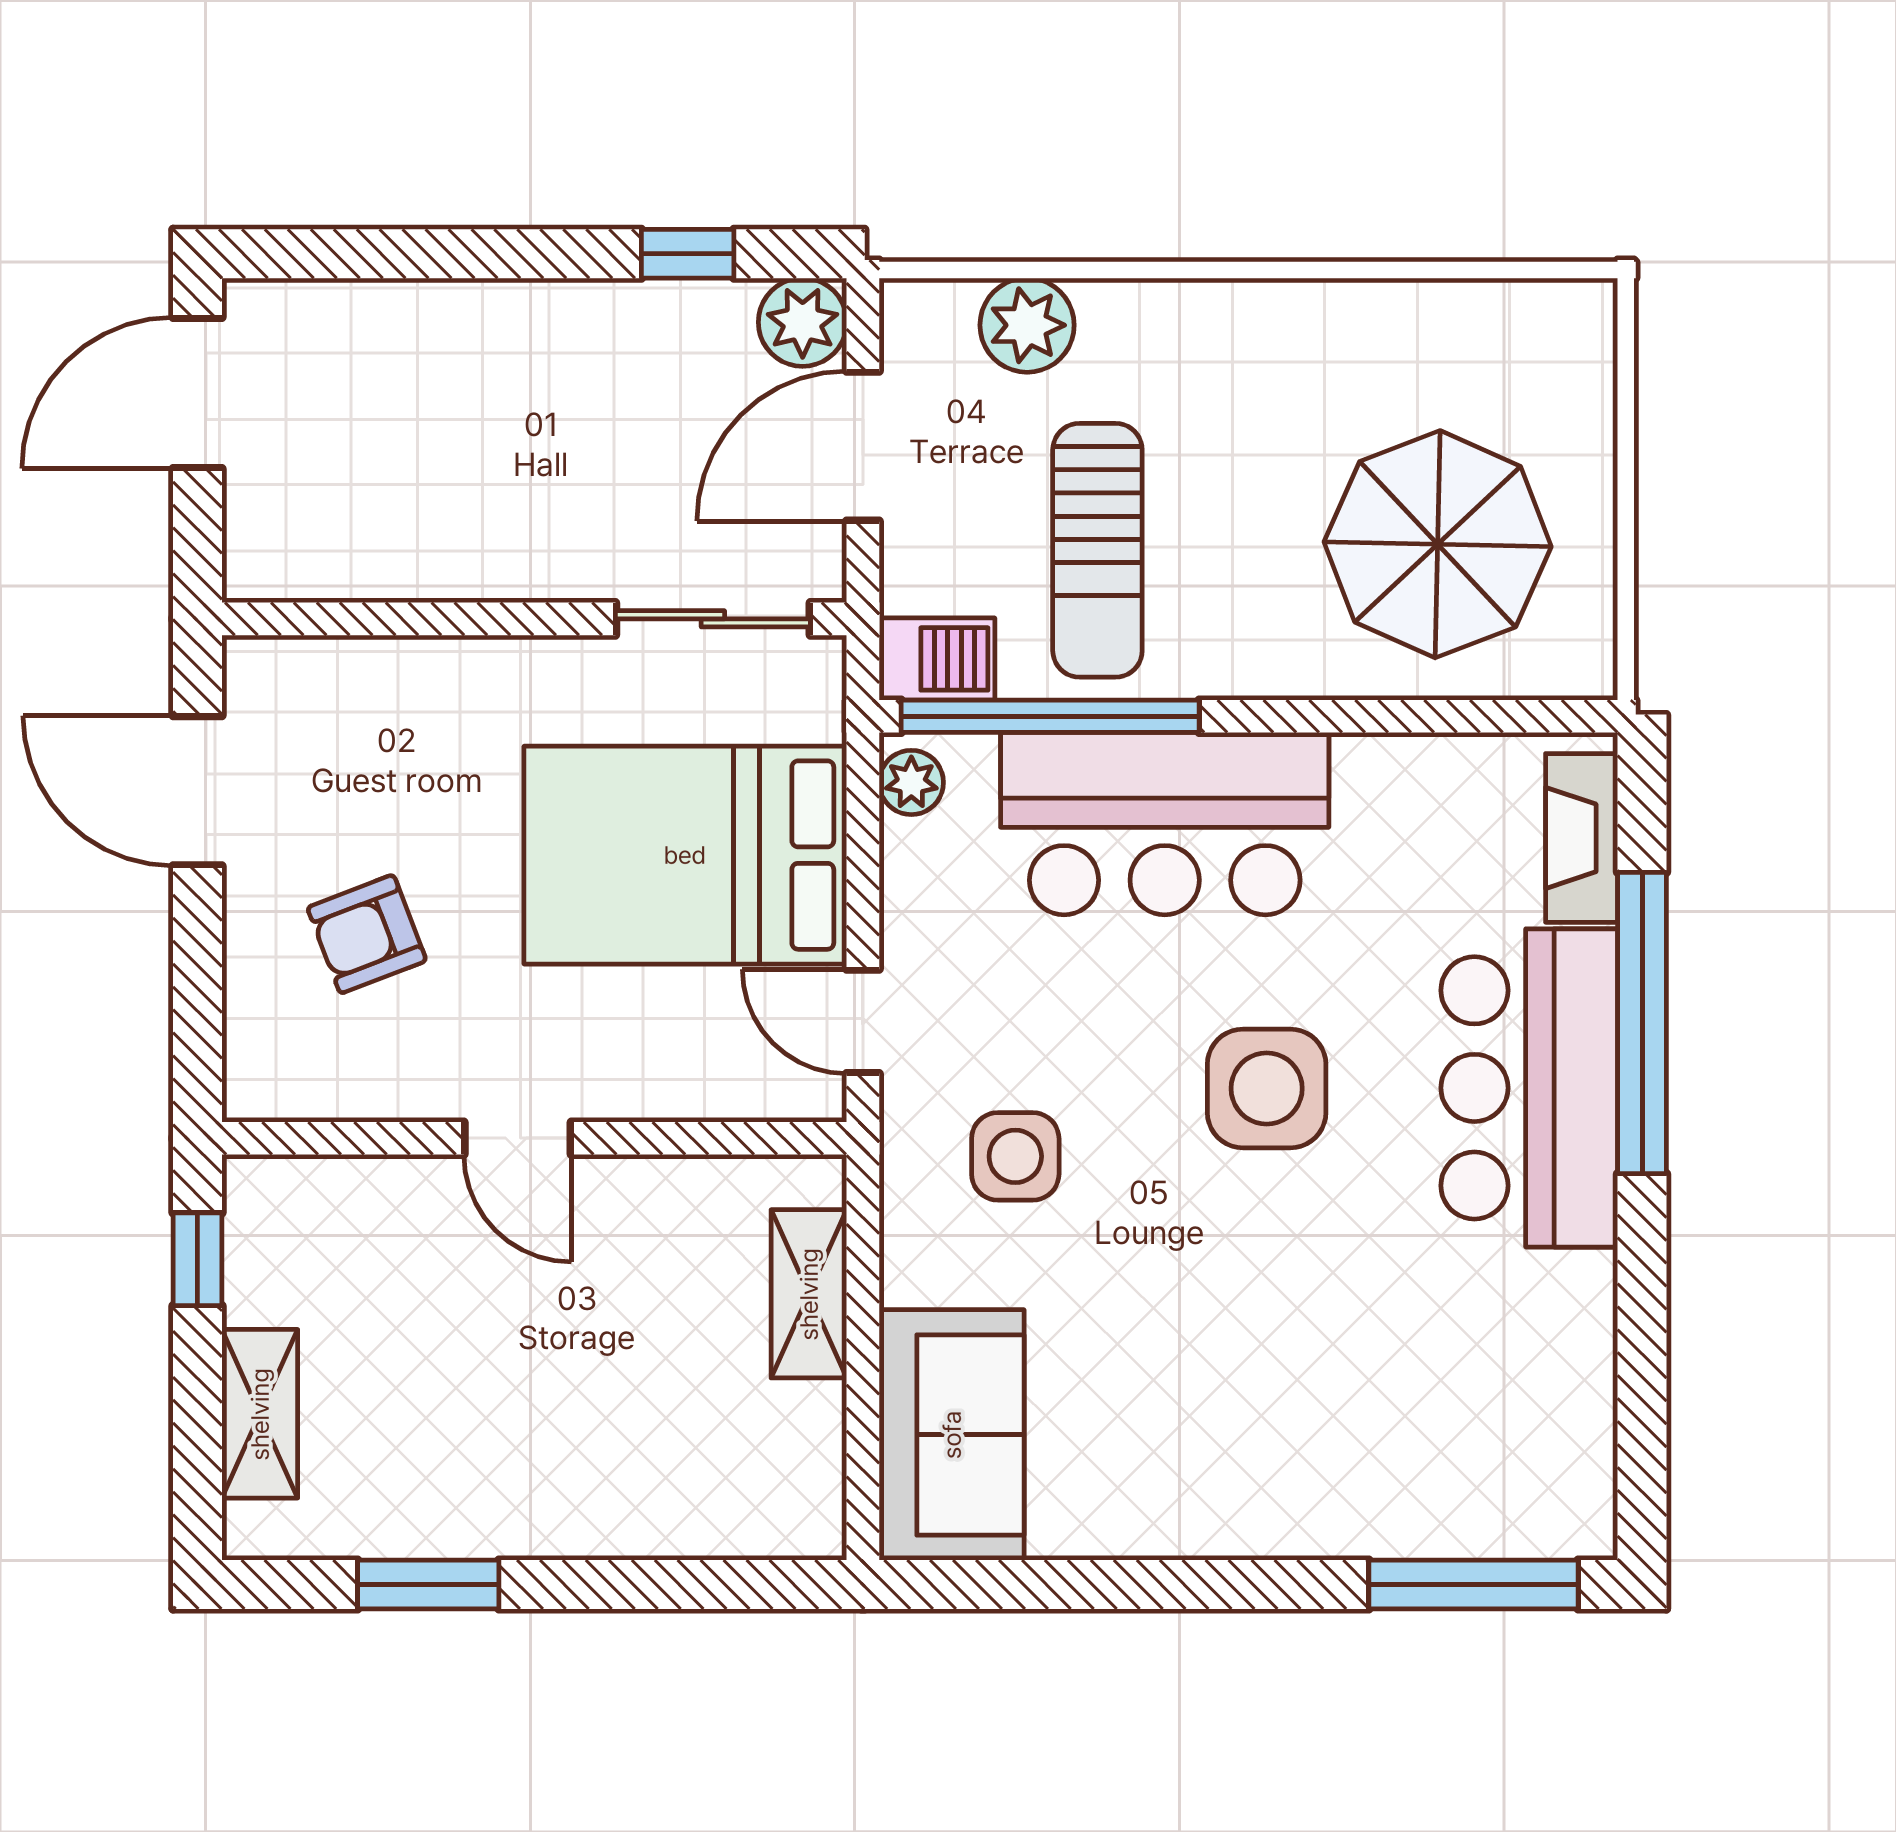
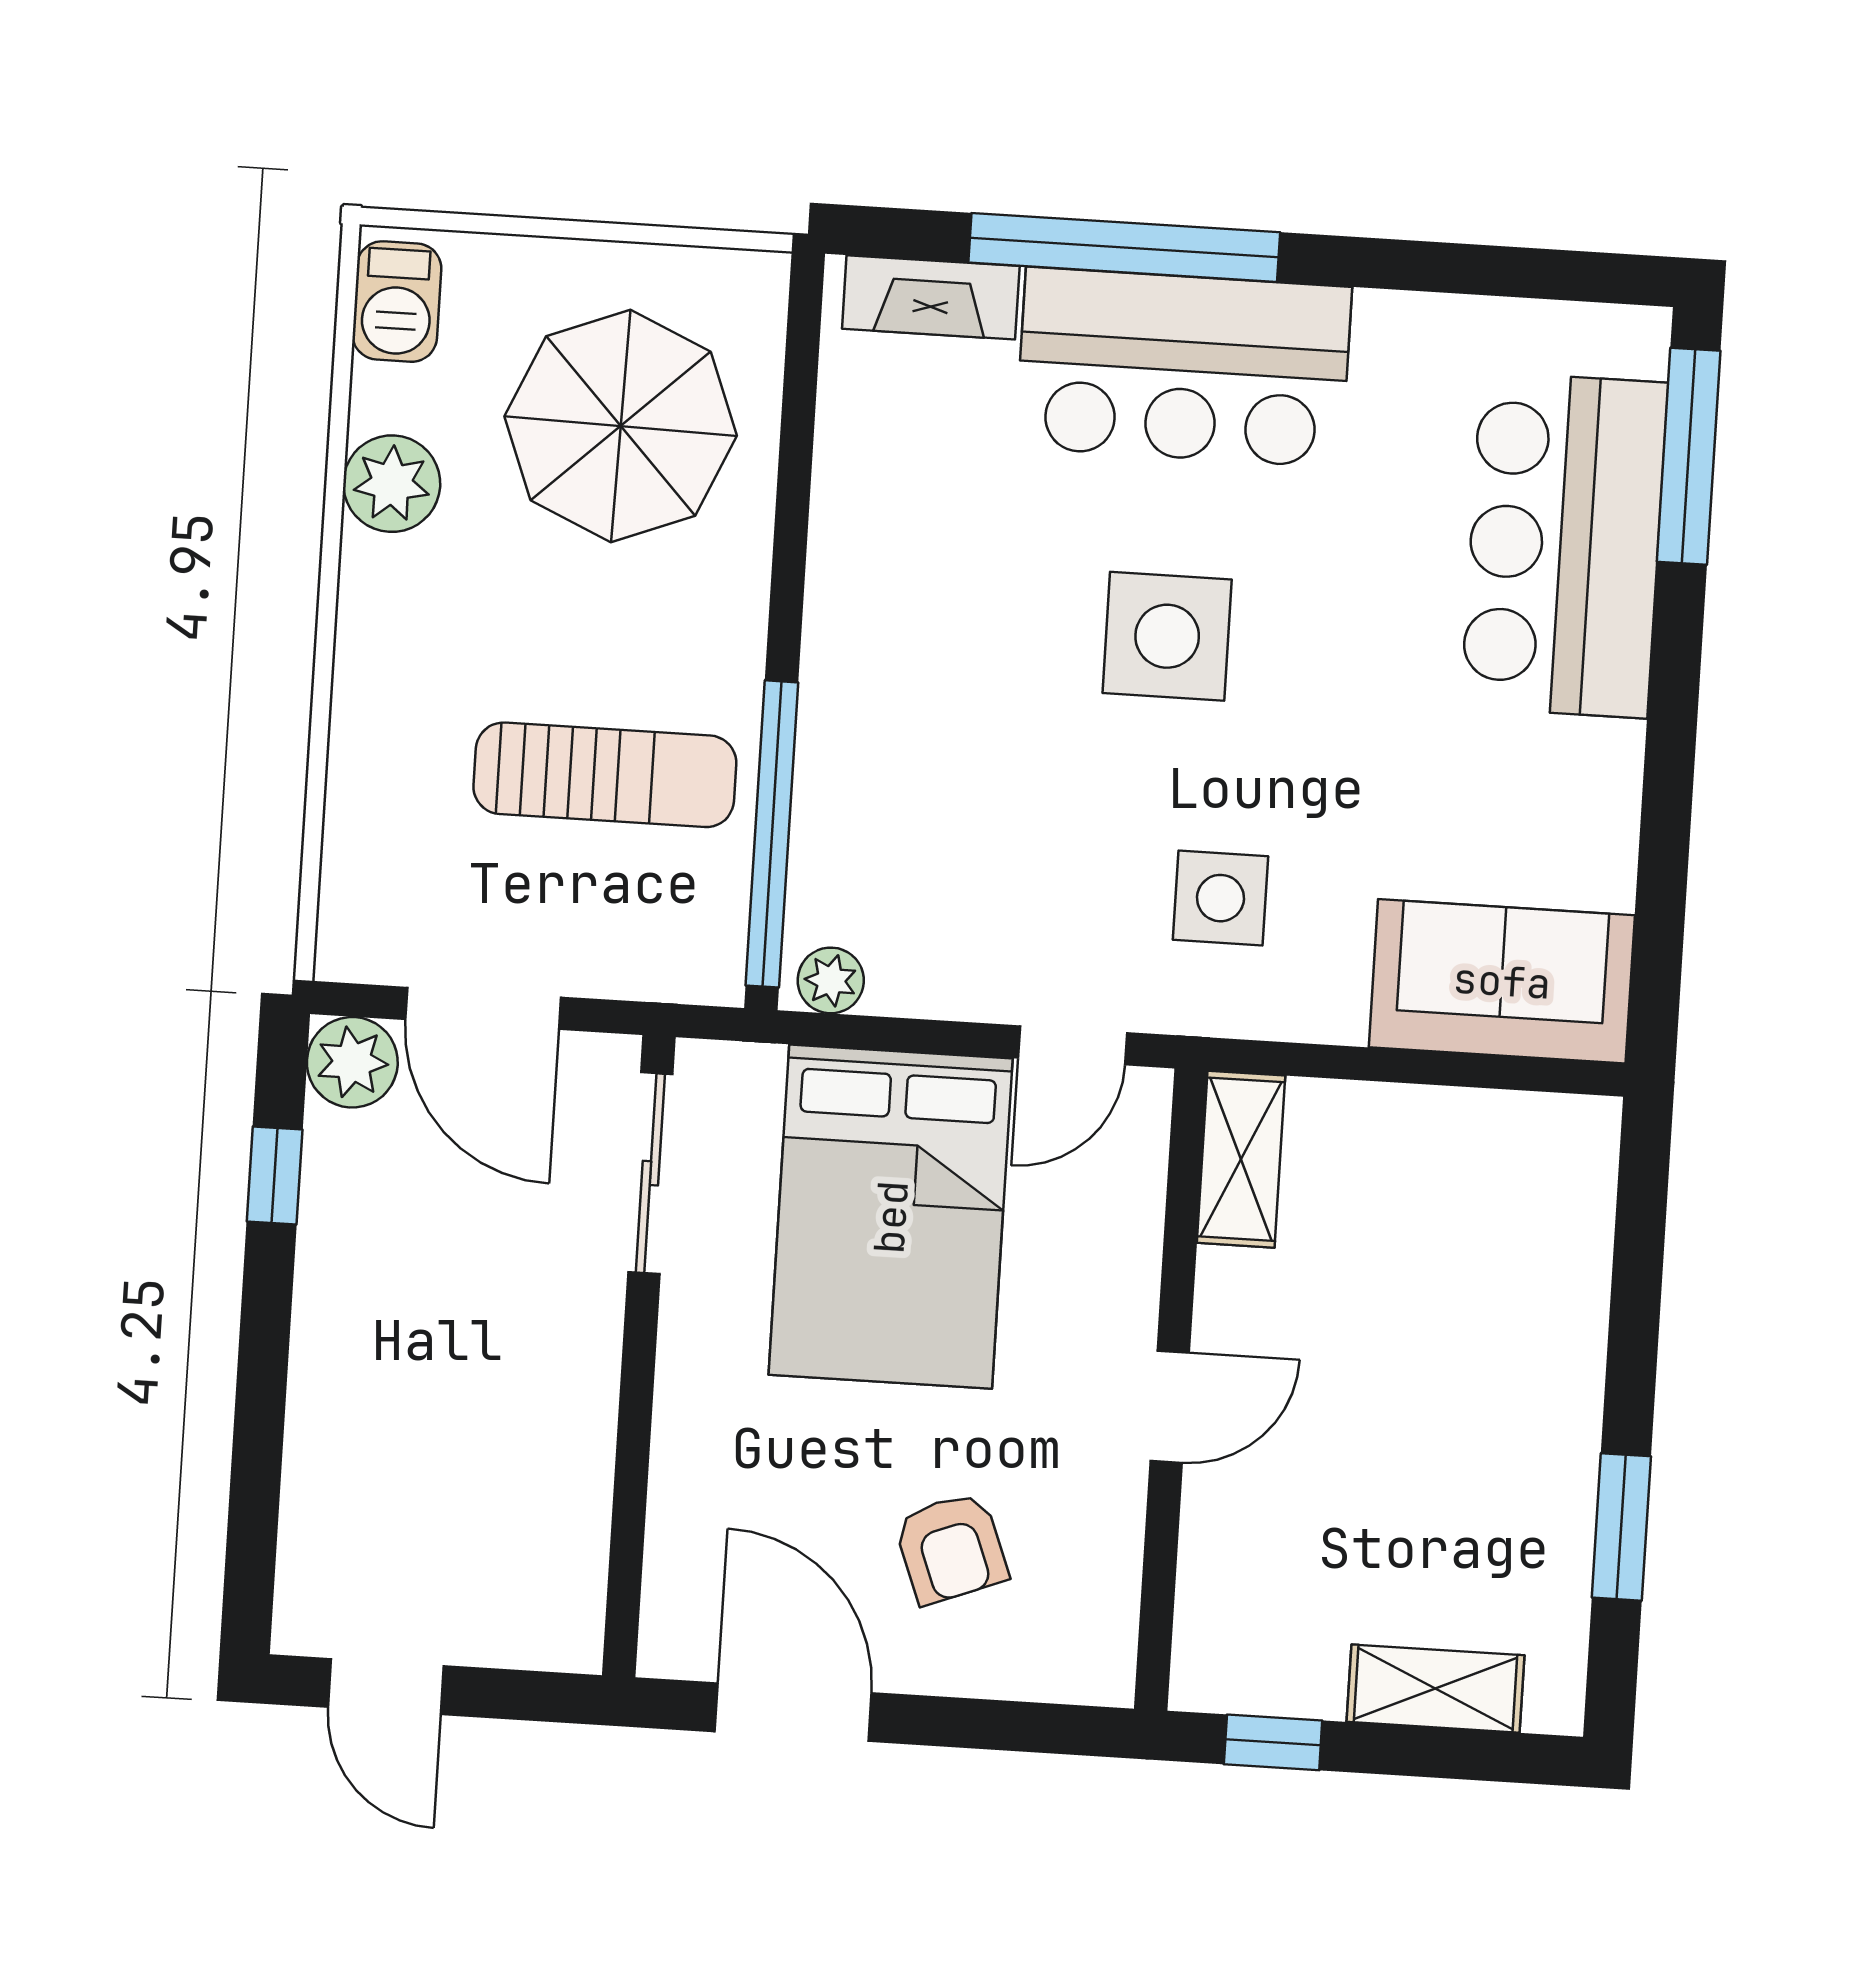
plant: (1027, 325) -> (392, 484), moved
door: (197, 393) -> (386, 1687), width x0.73
barbecue: (937, 659) -> (397, 302), moved, turned 180
door: (197, 791) -> (793, 1712), swing flipped
bar counter: (1165, 824) -> (1564, 545), moved, turned 180
shelving: (809, 1294) -> (1241, 1159), moved, turned 90

